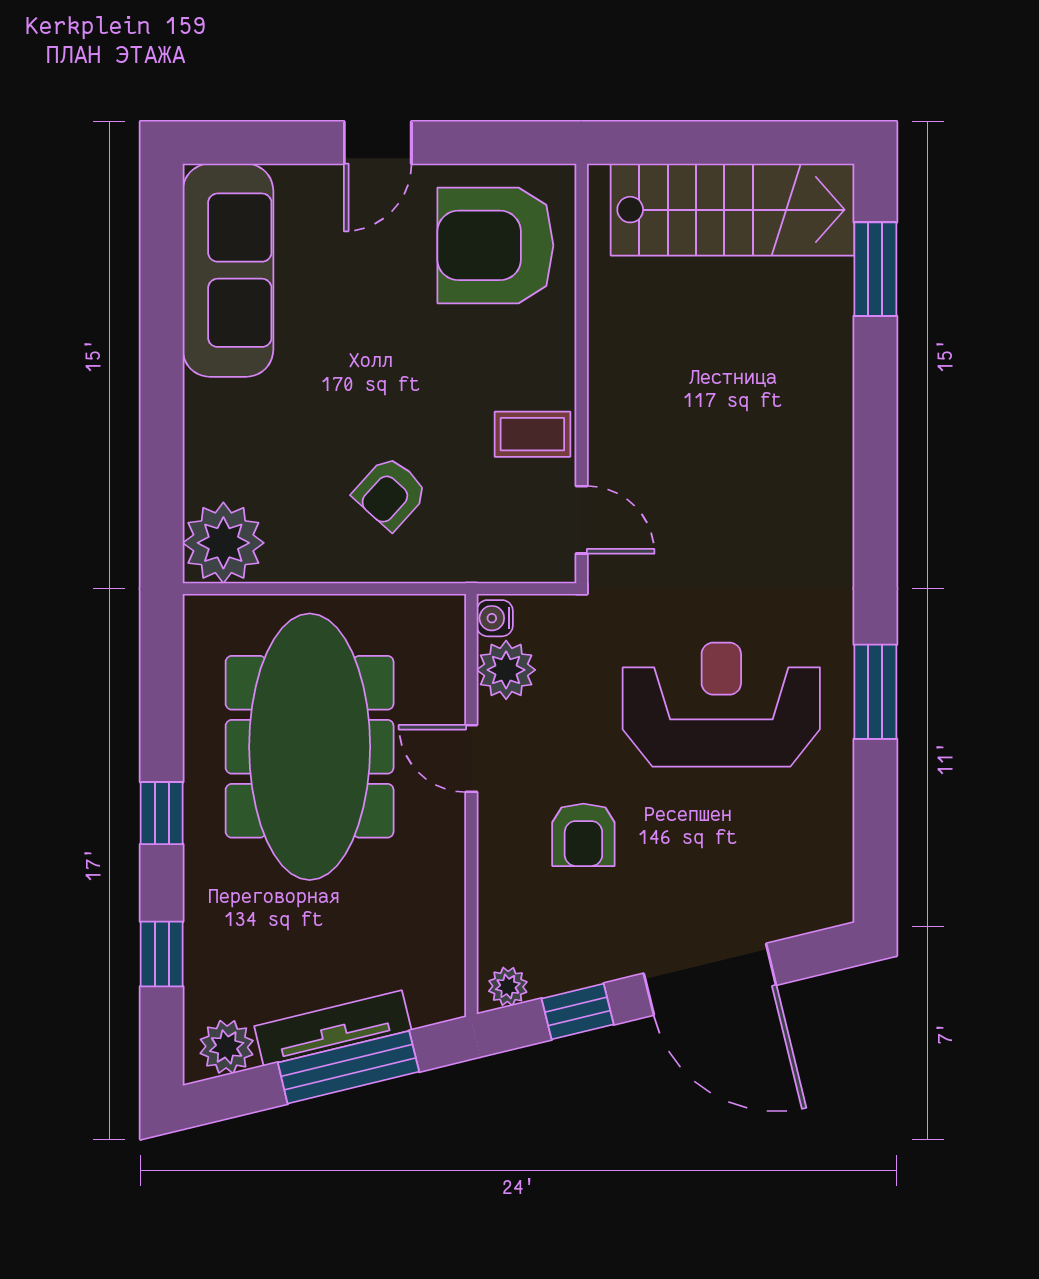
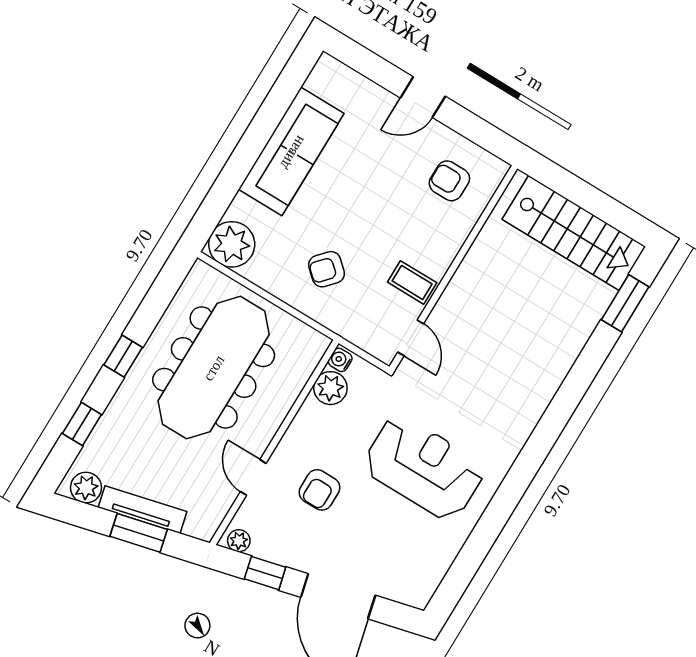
armchair: (495, 245) -> (449, 181), width x0.53, depth x0.53
sofa: (228, 270) -> (291, 151), moved
window: (875, 692) -> (502, 506), removed
door: (471, 759) -> (253, 477), moved
window: (348, 1067) -> (139, 533), width x0.69

